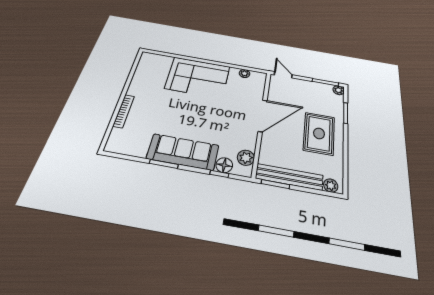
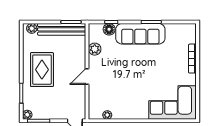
corner sofa: (198, 77) -> (172, 102), moved
door: (263, 116) -> (87, 77), width x0.53
plant: (246, 158) -> (95, 49), moved

